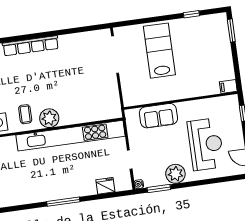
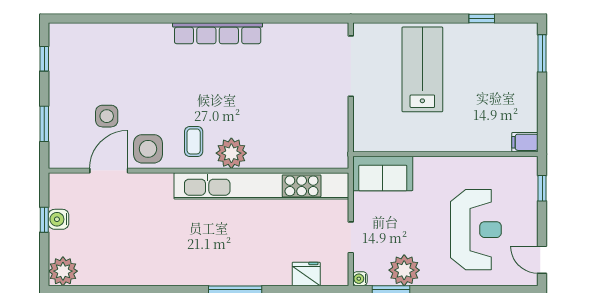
sofa: (158, 116) -> (383, 173), moved
plant: (175, 174) -> (404, 270), moved

